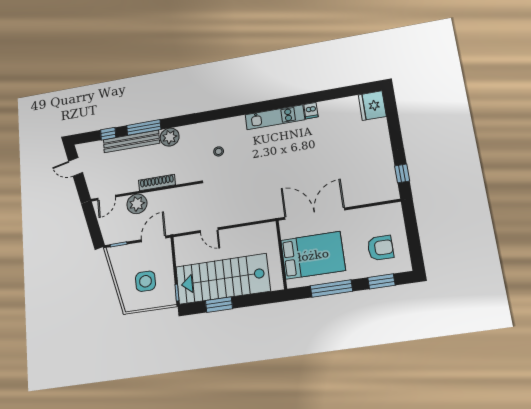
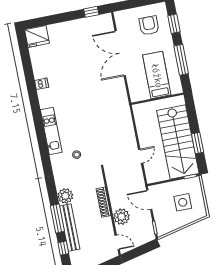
kitchen unit: (275, 117) -> (51, 131), moved
double door: (315, 214) -> (120, 53), moved
bed: (313, 255) -> (157, 75), width x0.67

